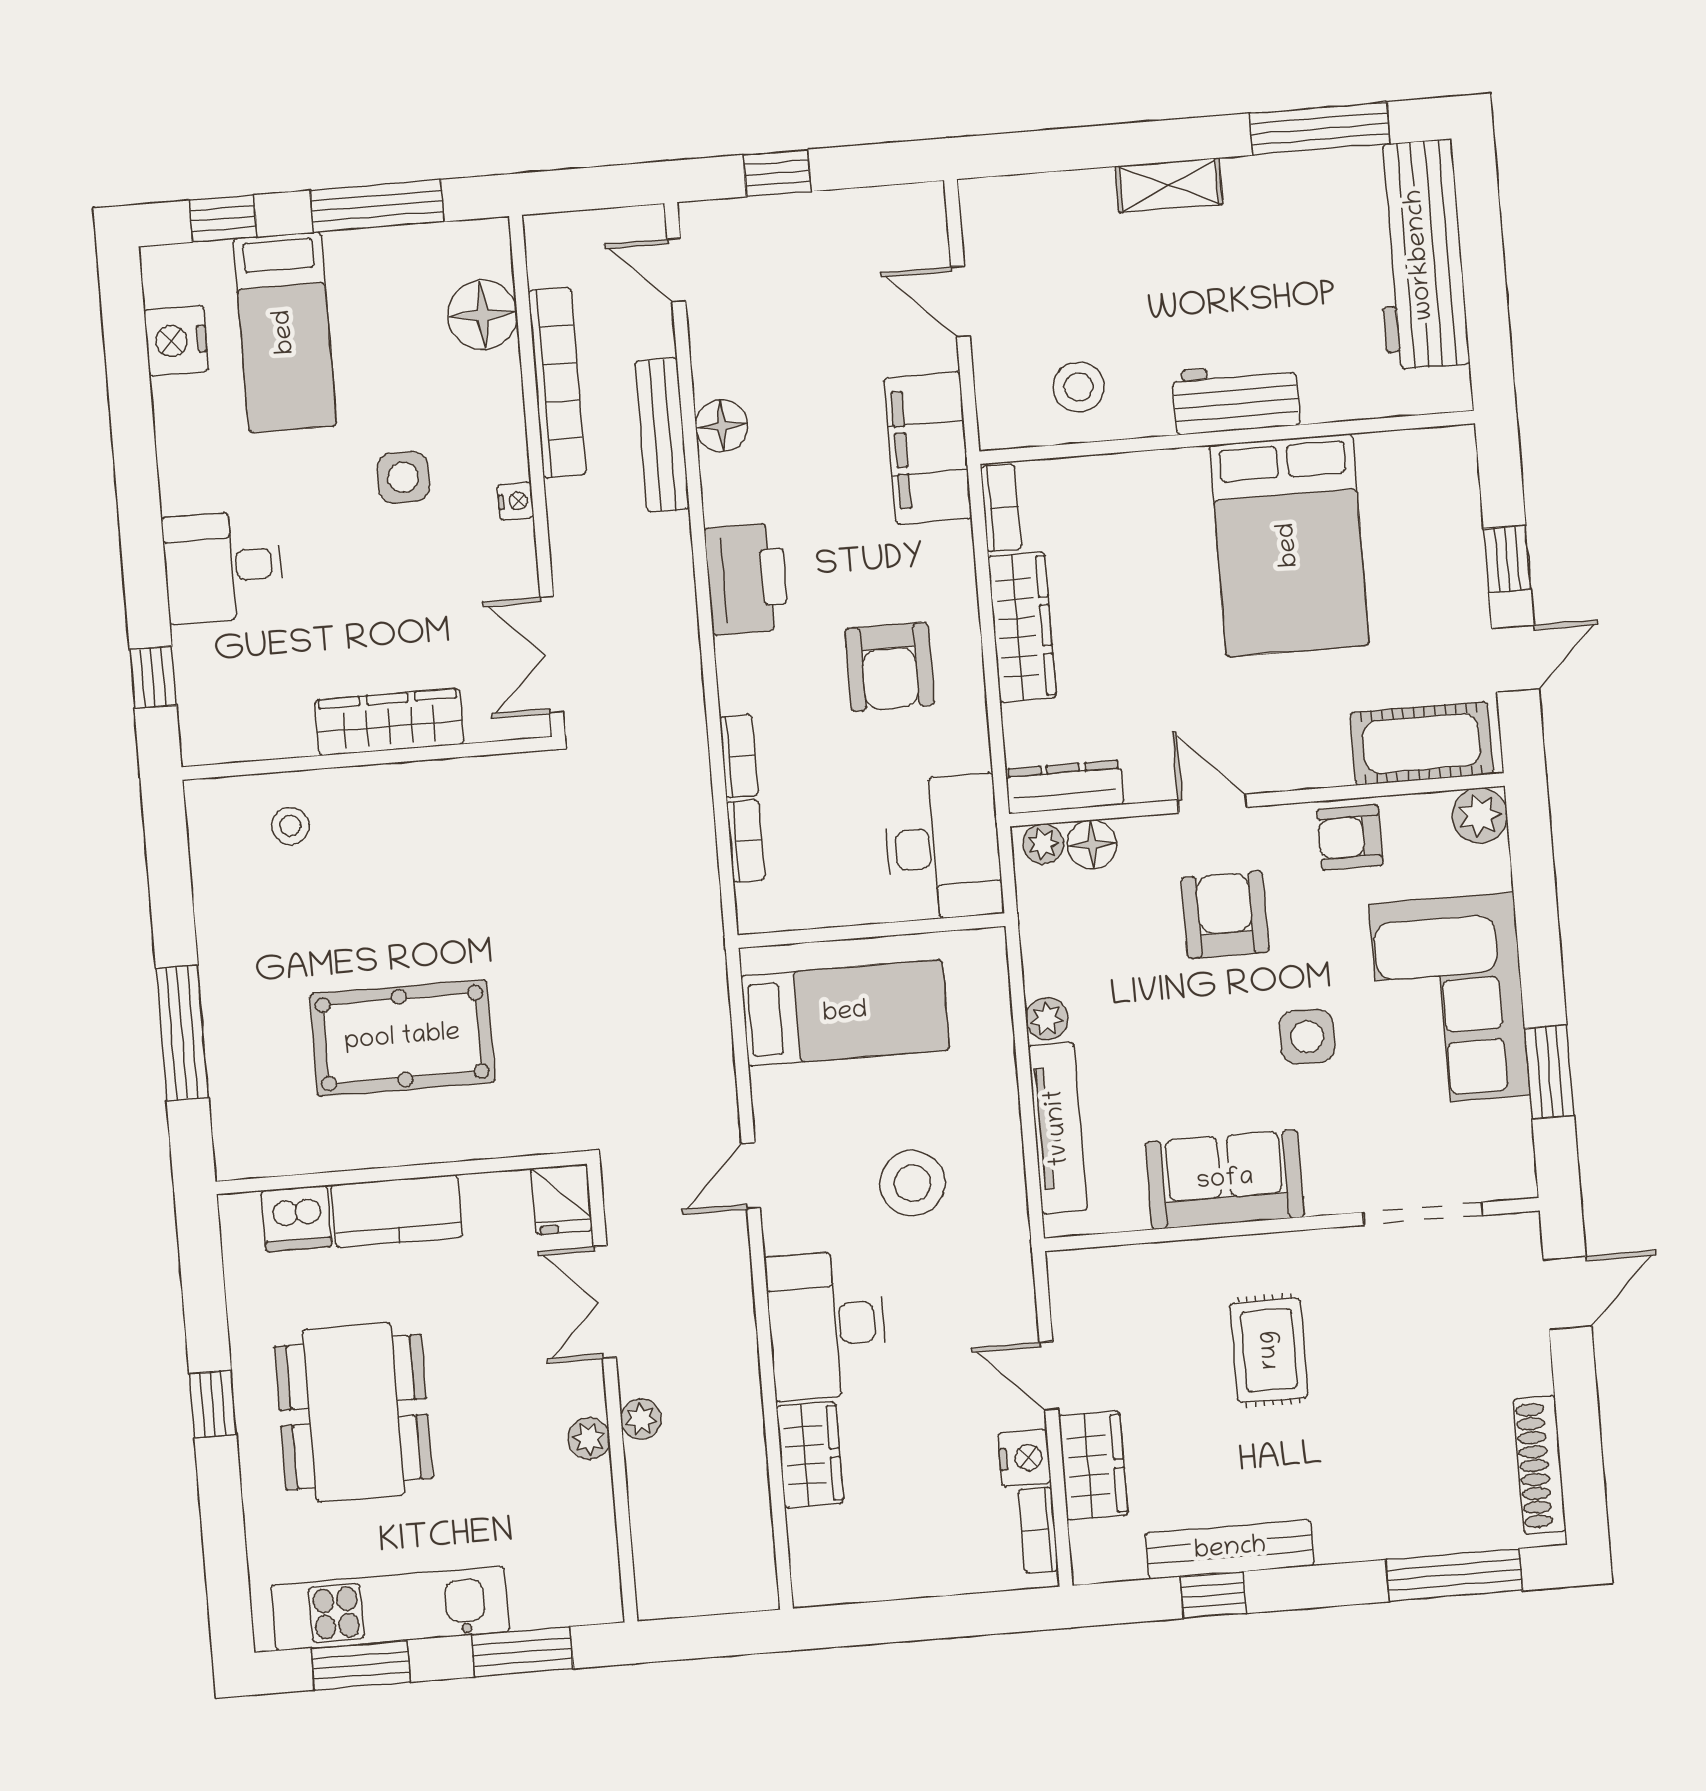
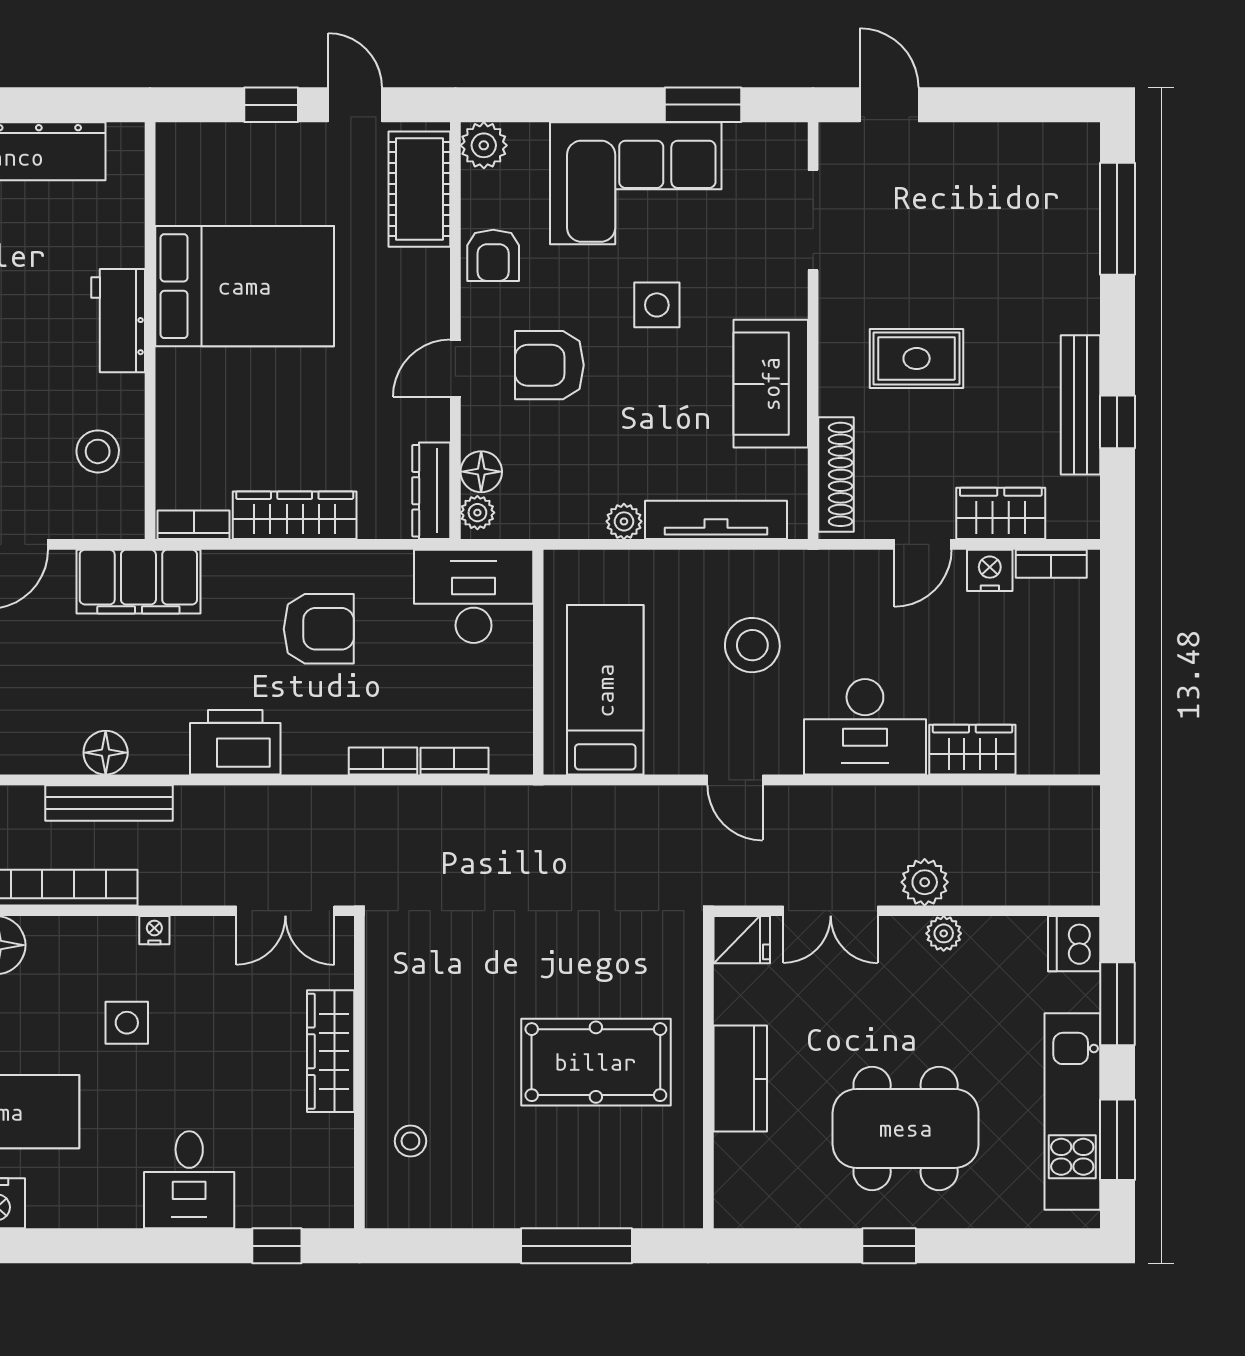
pool table: (402, 1038) -> (596, 1062), turned 90
dishwasher: (296, 1218) -> (1074, 944), moved, turned 180
plant: (641, 1419) -> (925, 882), width x1.38, depth x1.38
shoe rack: (1540, 1465) -> (836, 474), moved, turned -90

